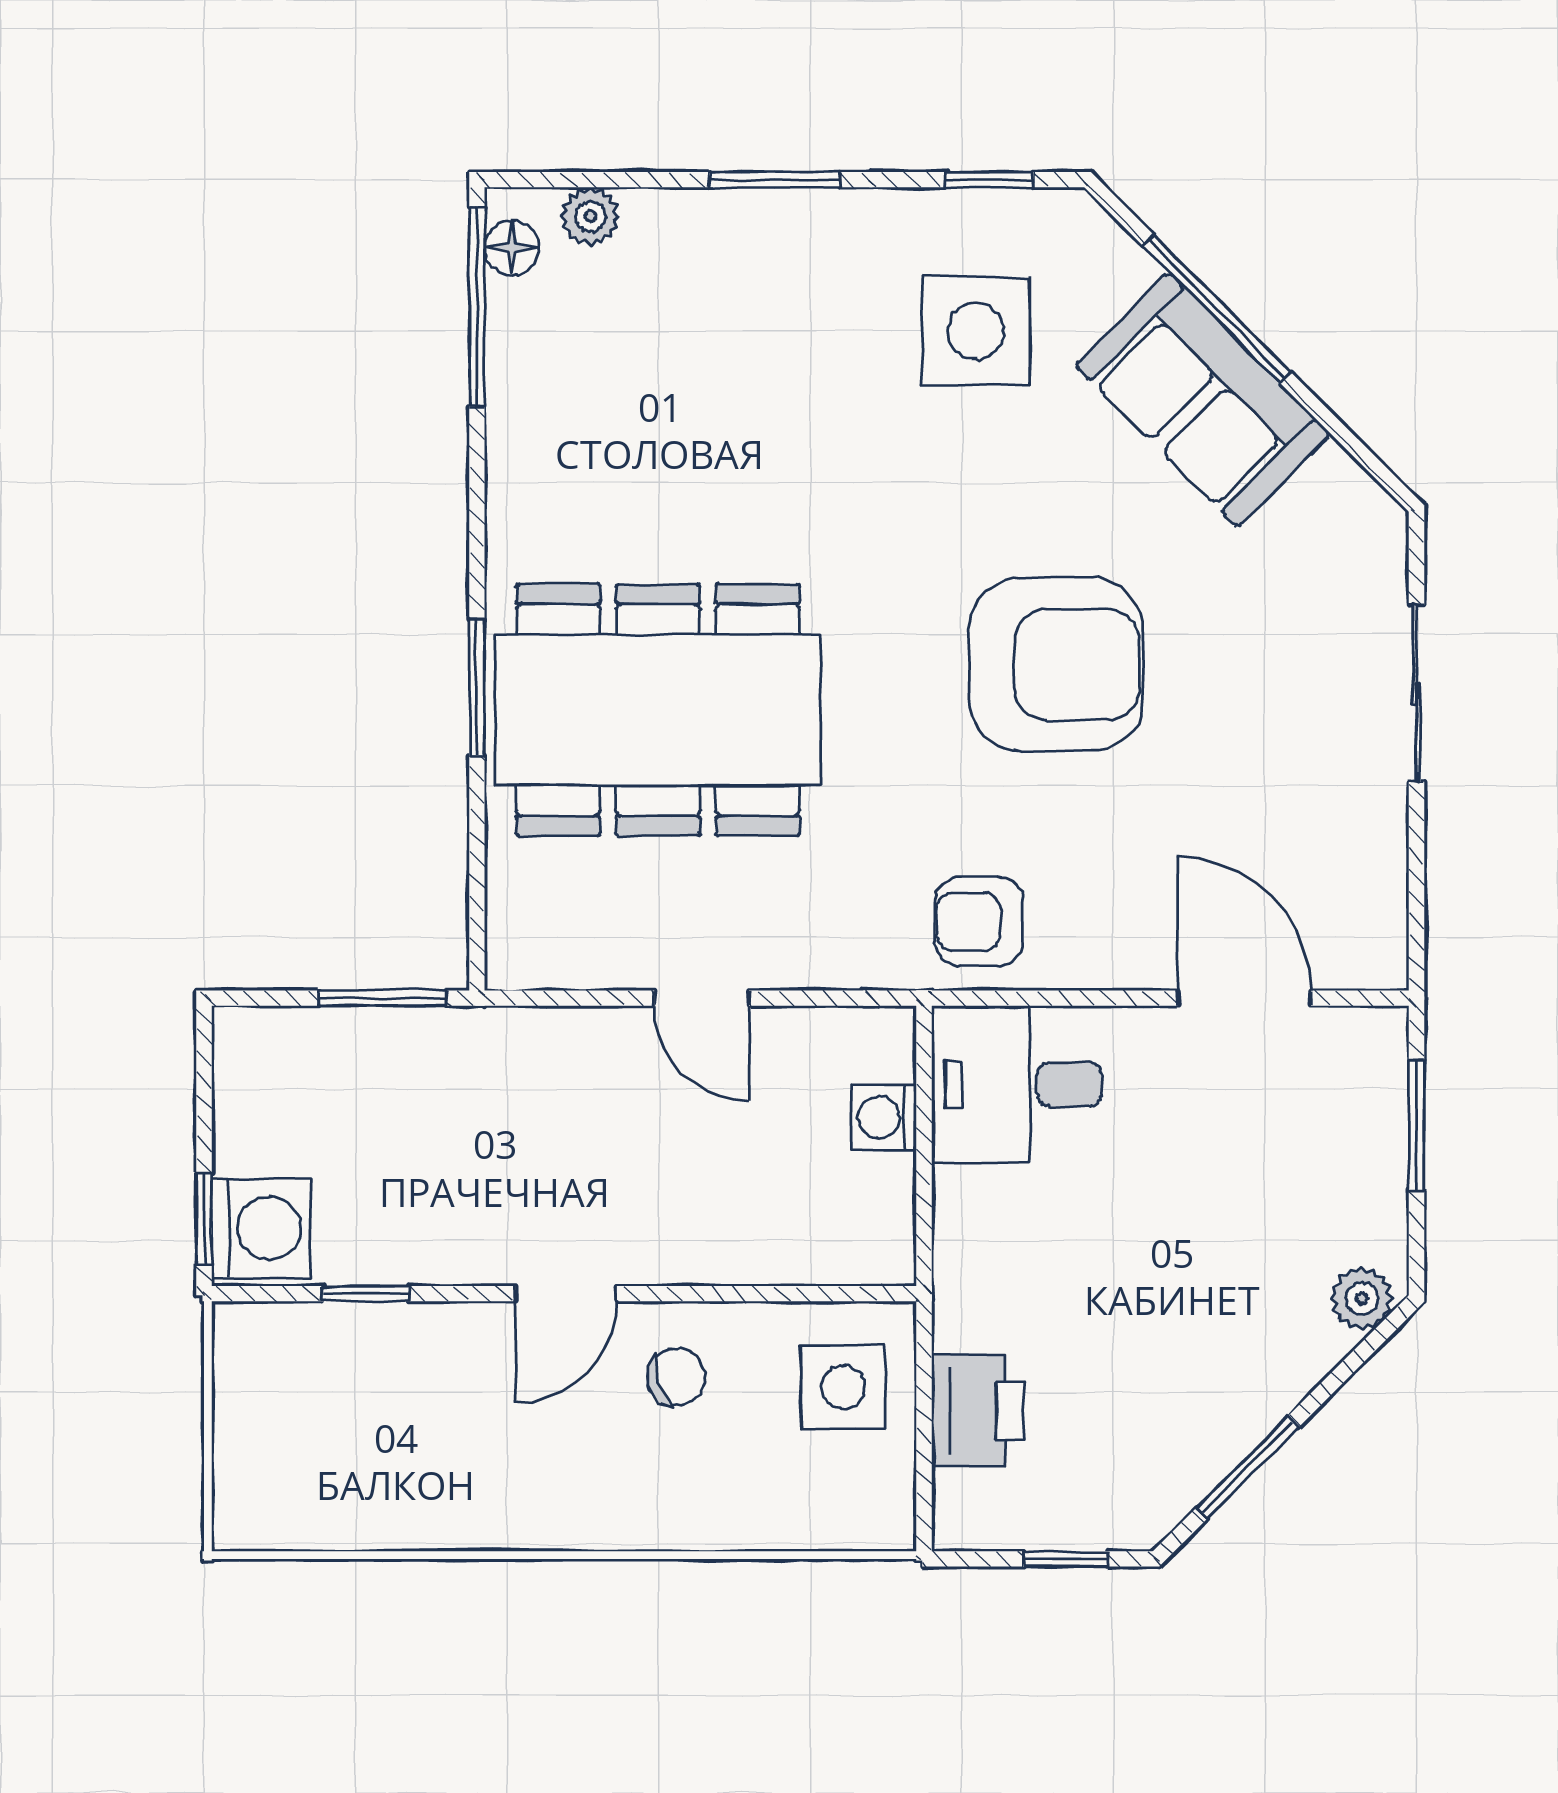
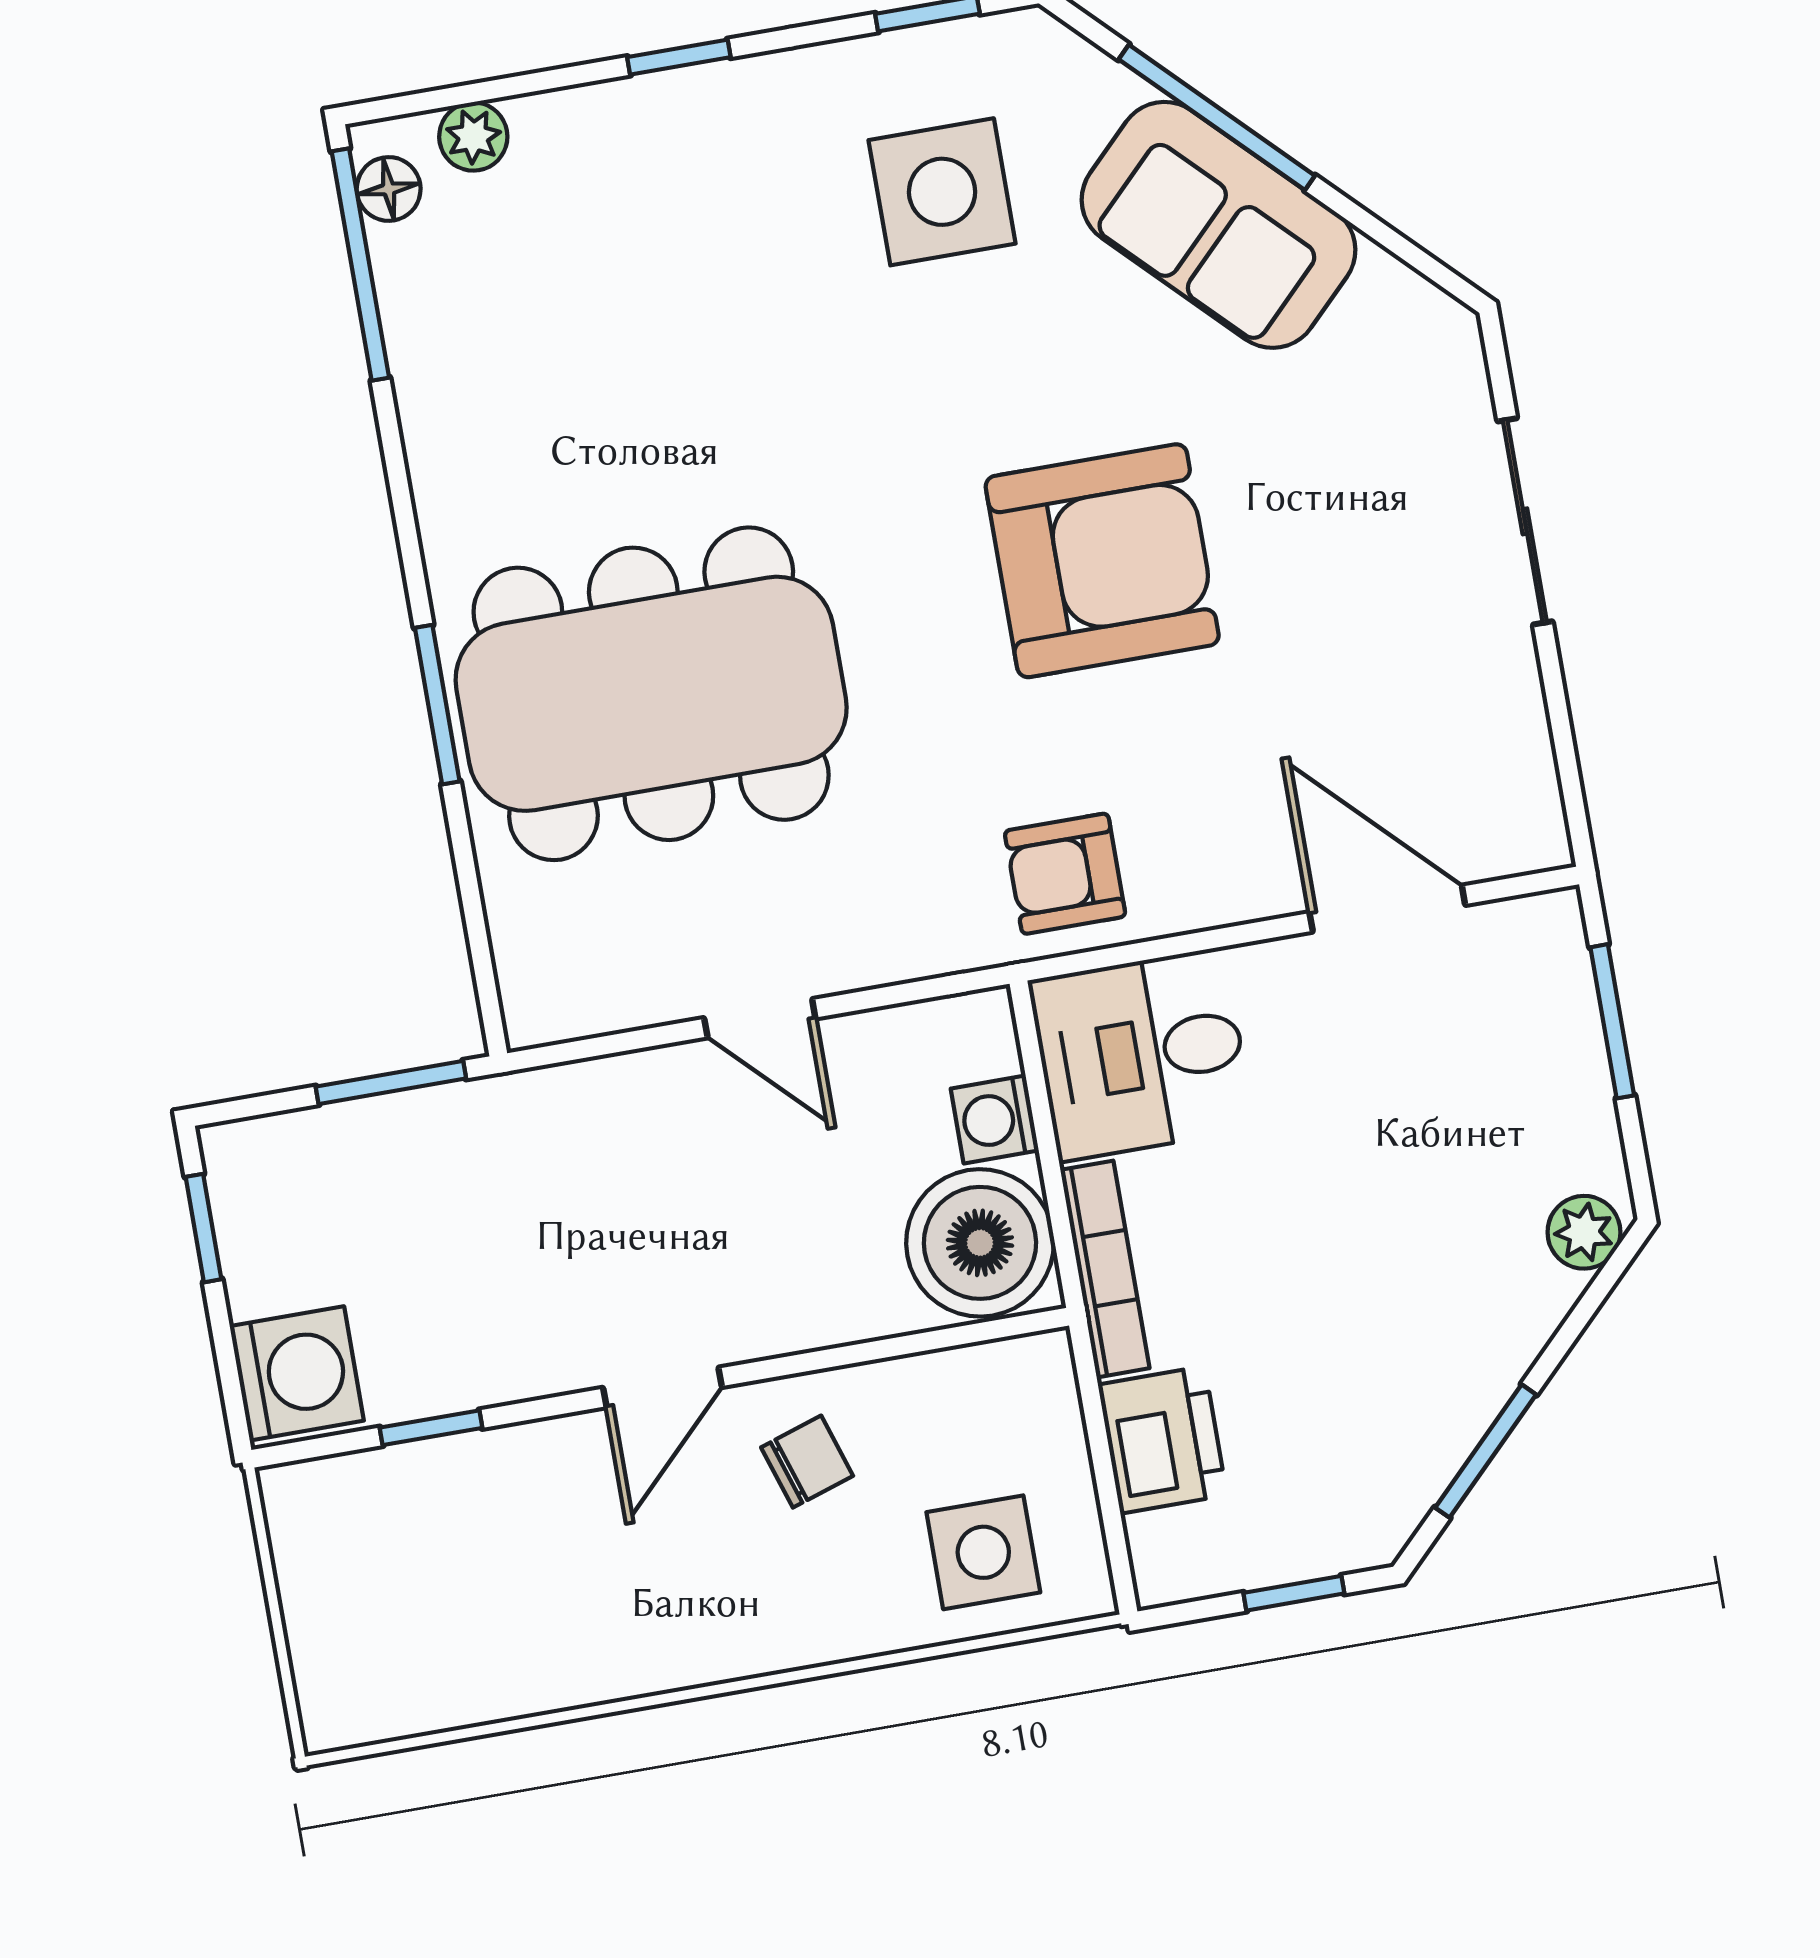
window: (774, 180) -> (679, 57), width x0.67
window: (204, 1218) -> (203, 1228), moved
boiler: (853, 1219) -> (980, 1243), added
bookcase: (955, 1259) -> (1105, 1269), added
side table: (843, 1387) -> (983, 1552), moved

